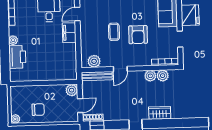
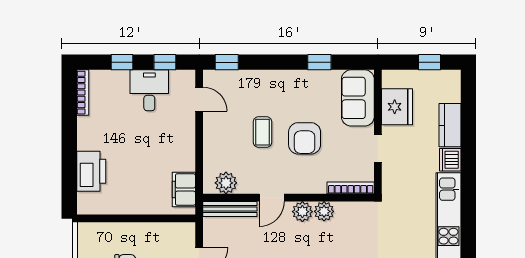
door: (77, 14) -> (199, 99), swing flipped
filing cabinet: (69, 33) -> (184, 190), moved
plant: (13, 40) -> (85, 142), removed
plant: (163, 76) -> (302, 212), moved
plant: (72, 90) -> (185, 232), removed

